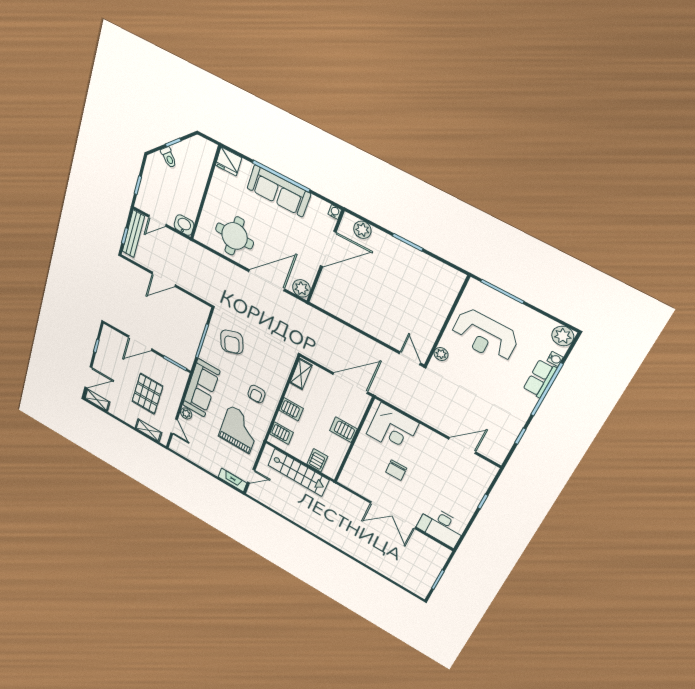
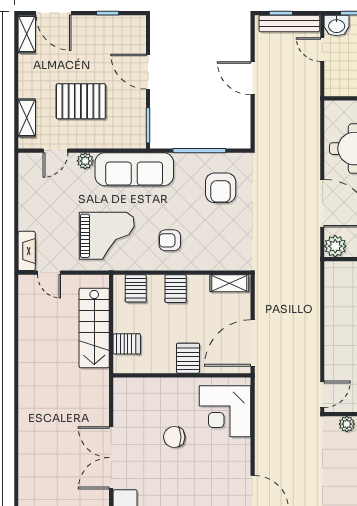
washbasin: (184, 225) -> (337, 26), moved, turned 90
armchair: (232, 342) -> (221, 188), turned -71
door: (350, 383) -> (253, 343), swing flipped

